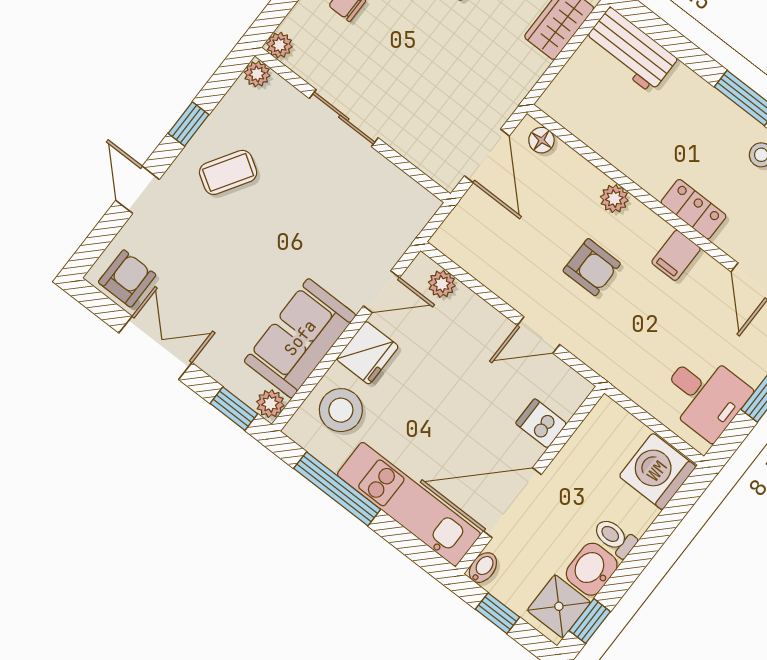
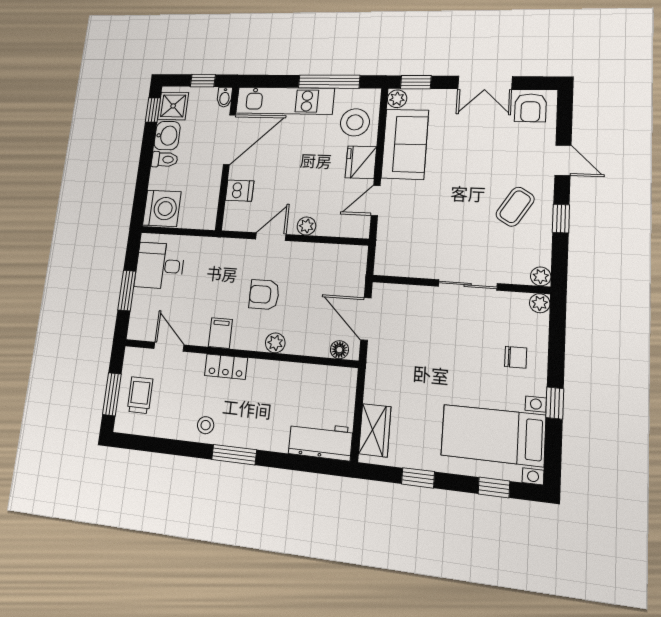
plant: (442, 284) -> (306, 226), moved

